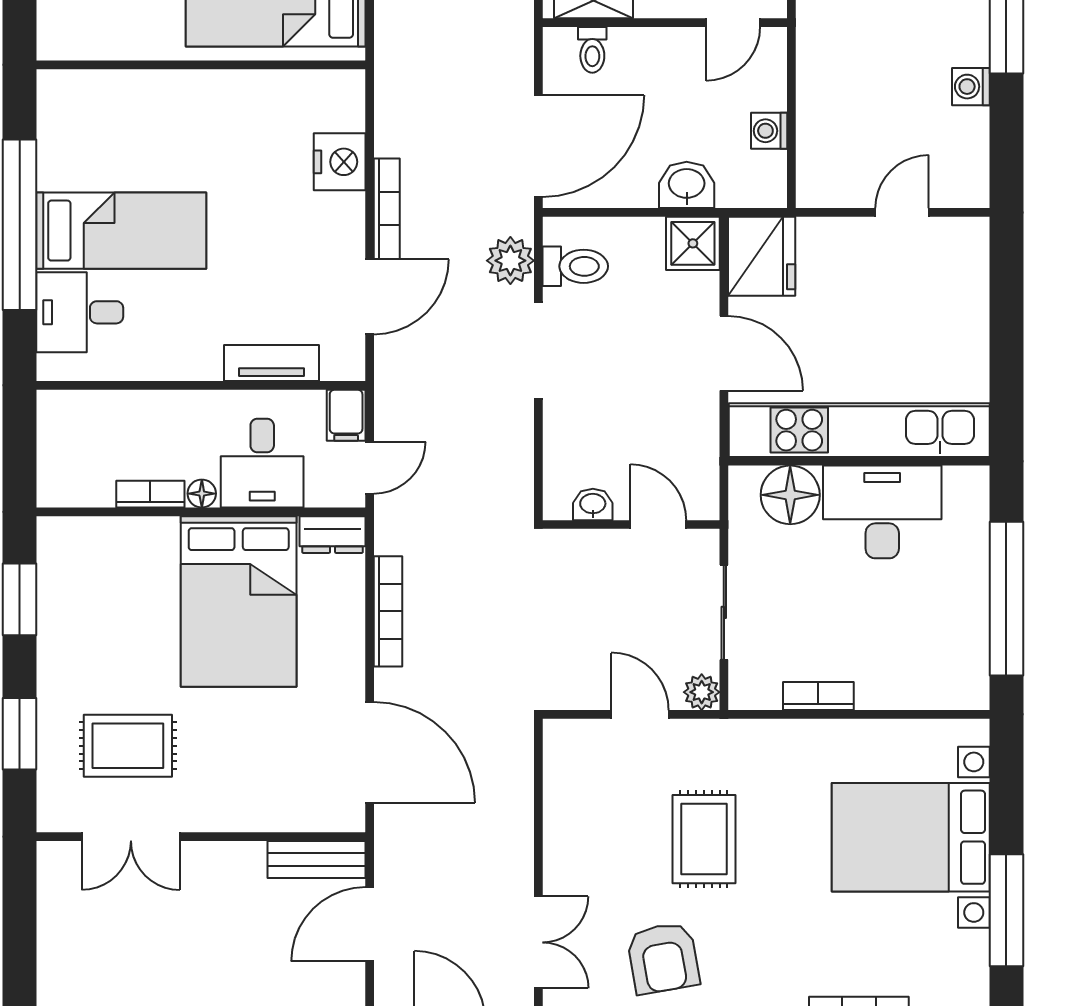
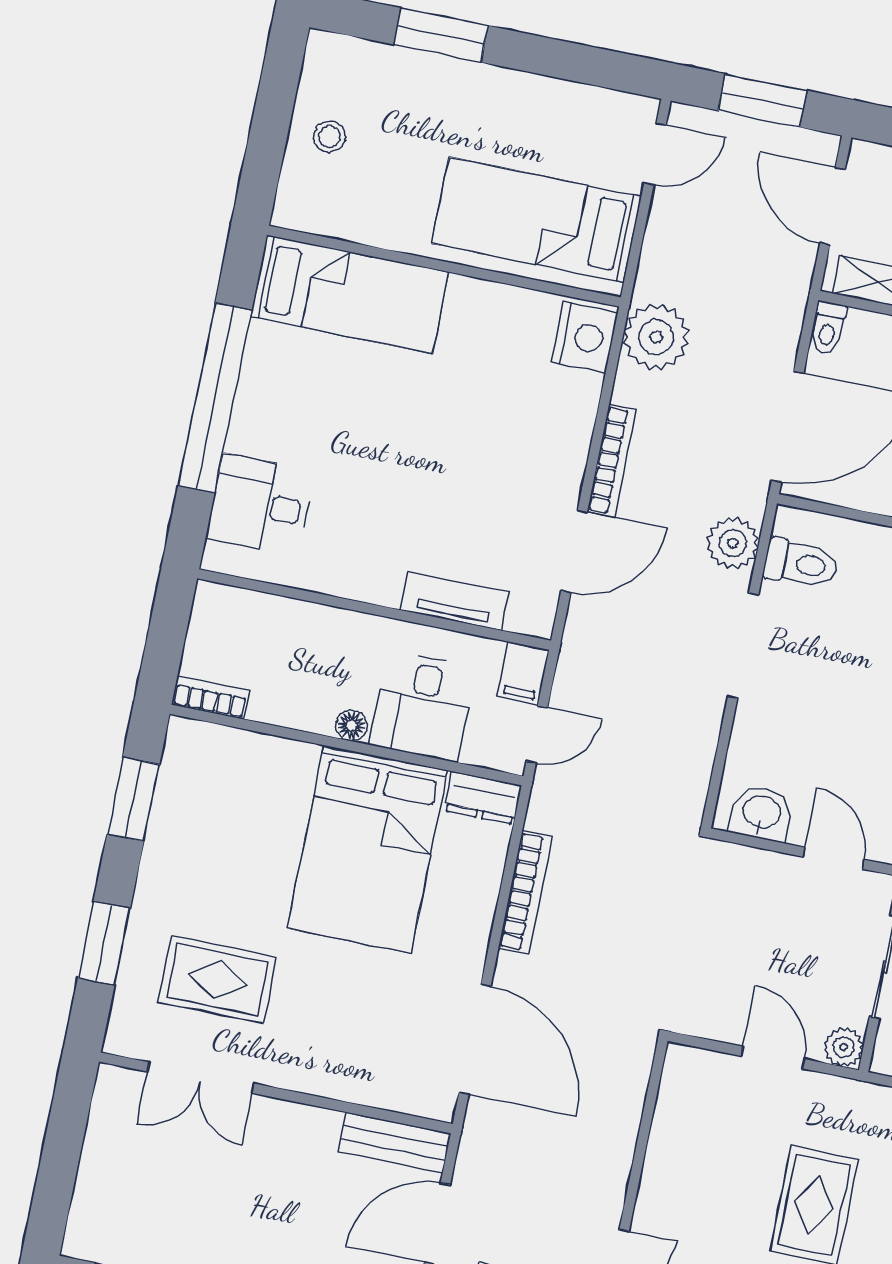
toilet: (592, 50) -> (828, 328), moved
plant: (404, 90) -> (656, 337), added
nightstand: (340, 162) -> (584, 337), moved
bed: (121, 231) -> (349, 294), moved
bookcase: (150, 494) -> (211, 697), moved
washbasin: (593, 504) -> (761, 813), width x1.38, depth x1.45

